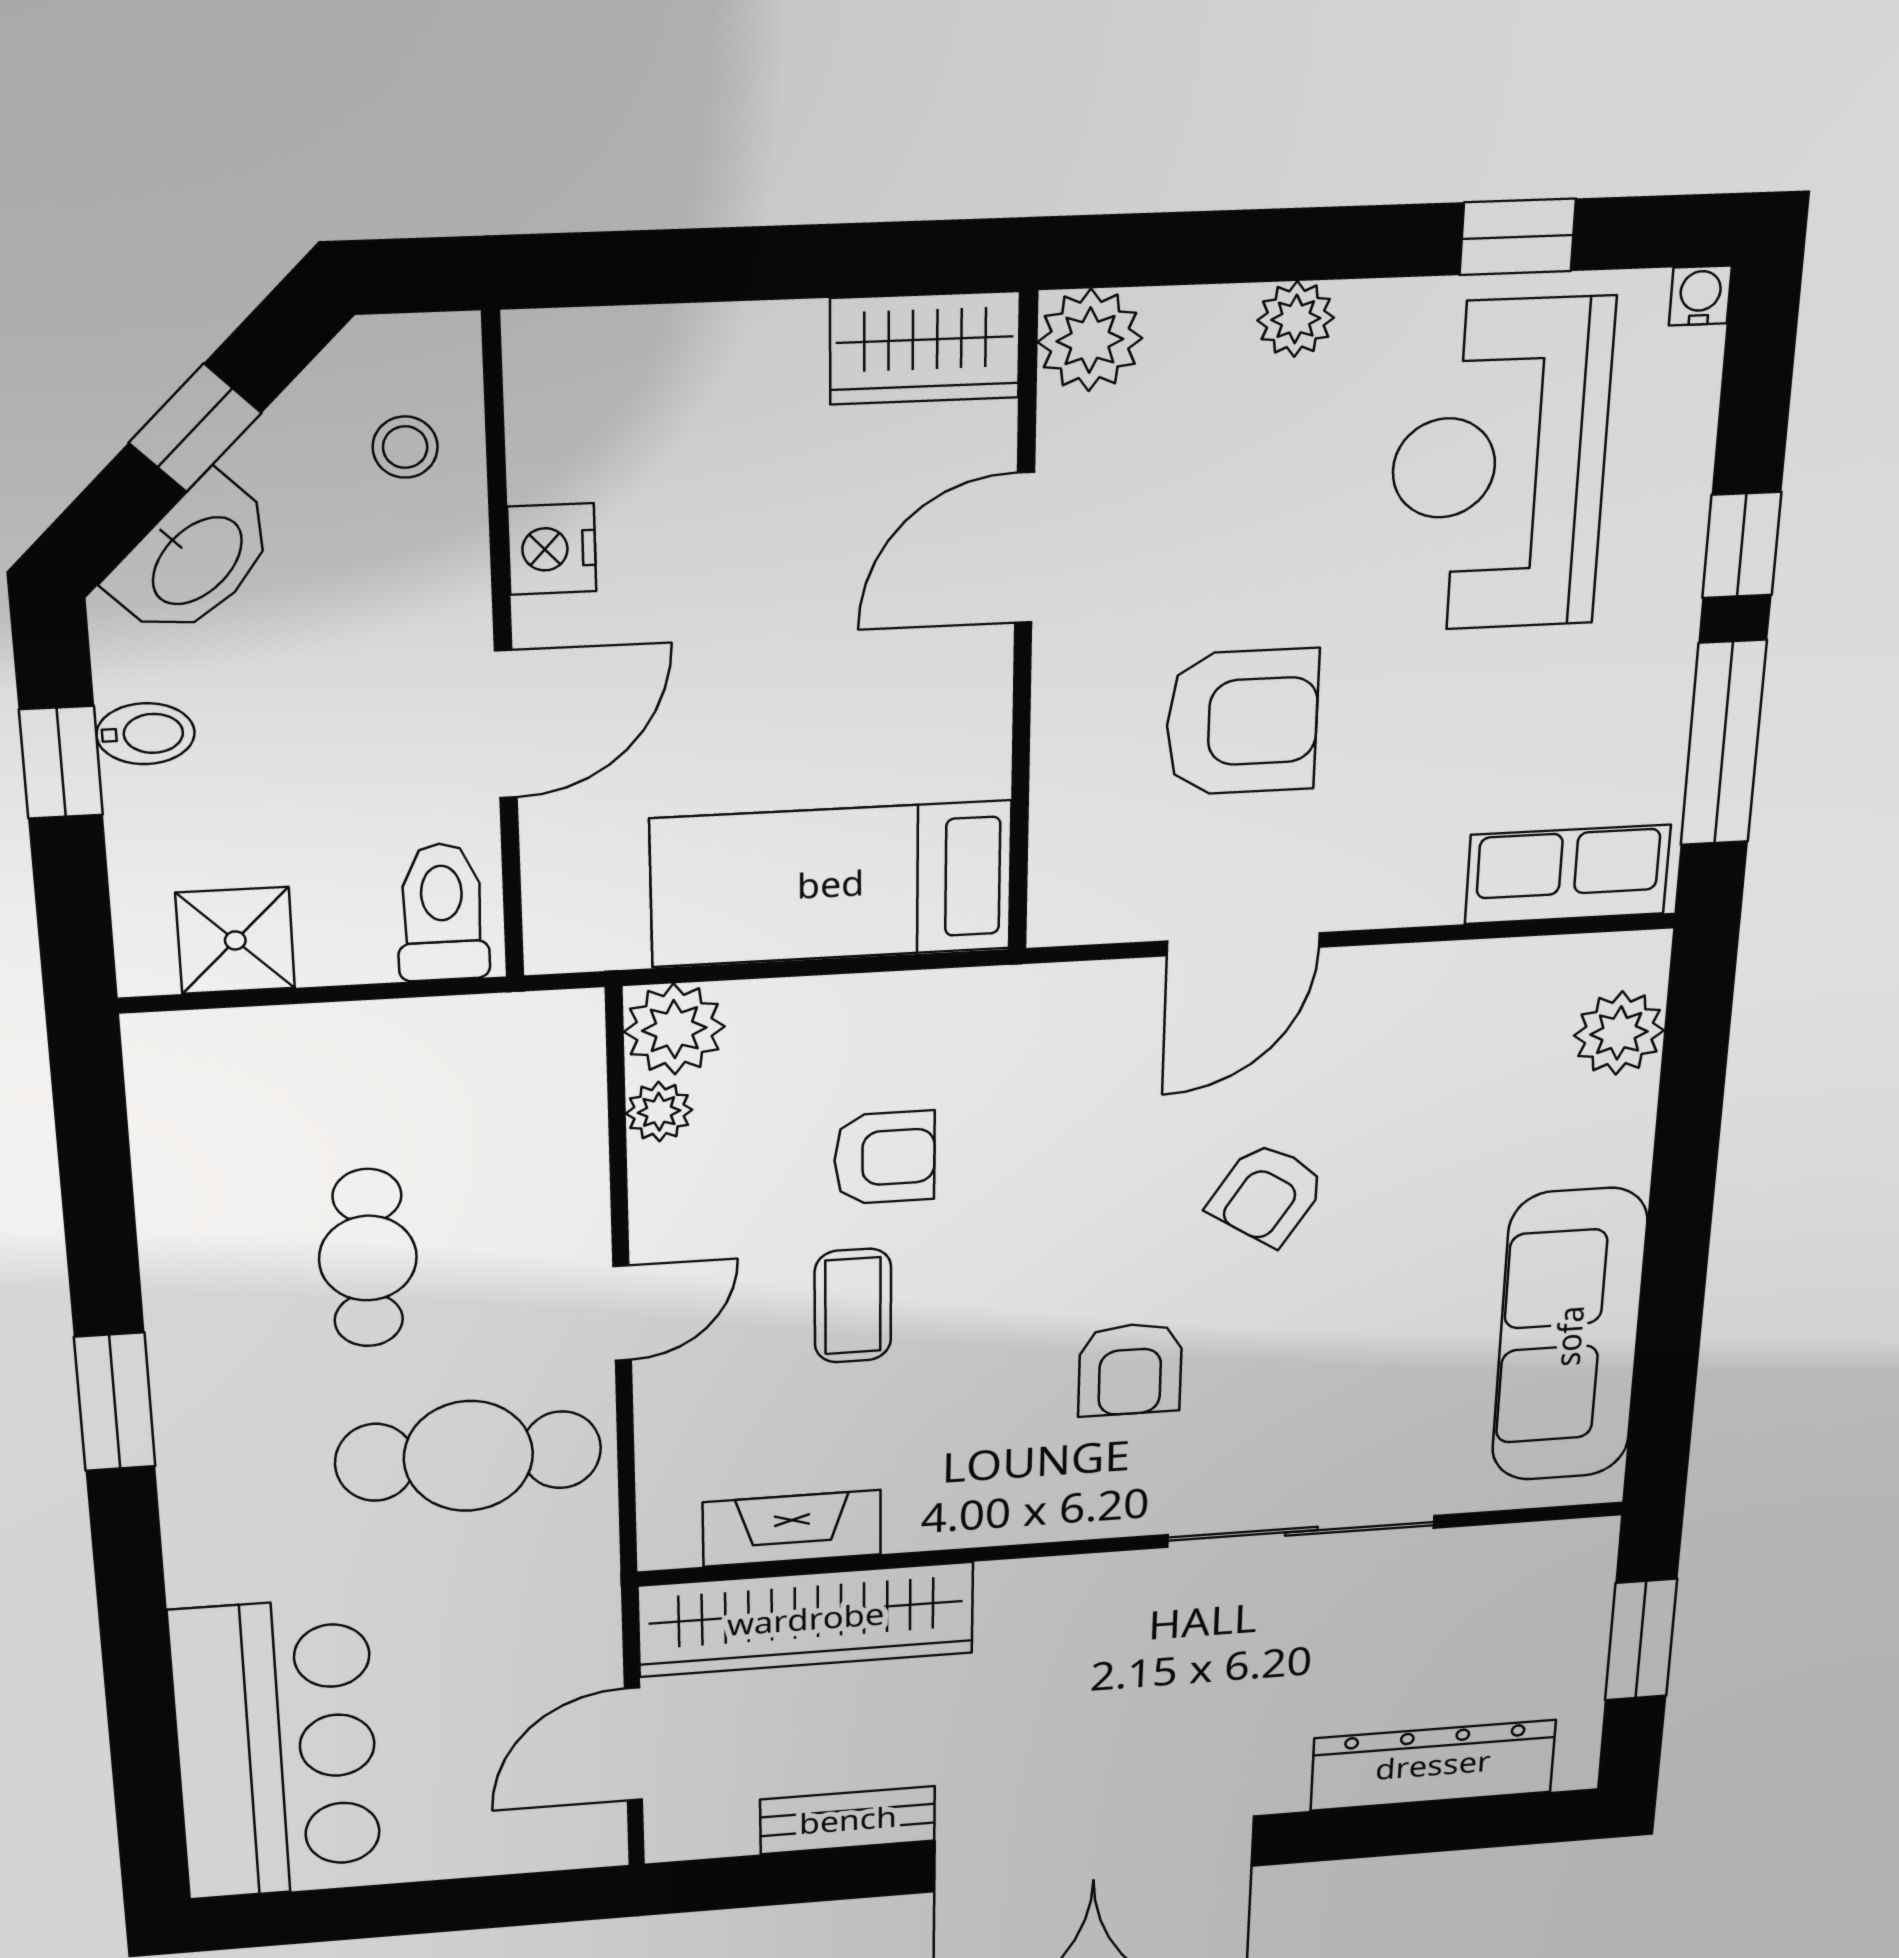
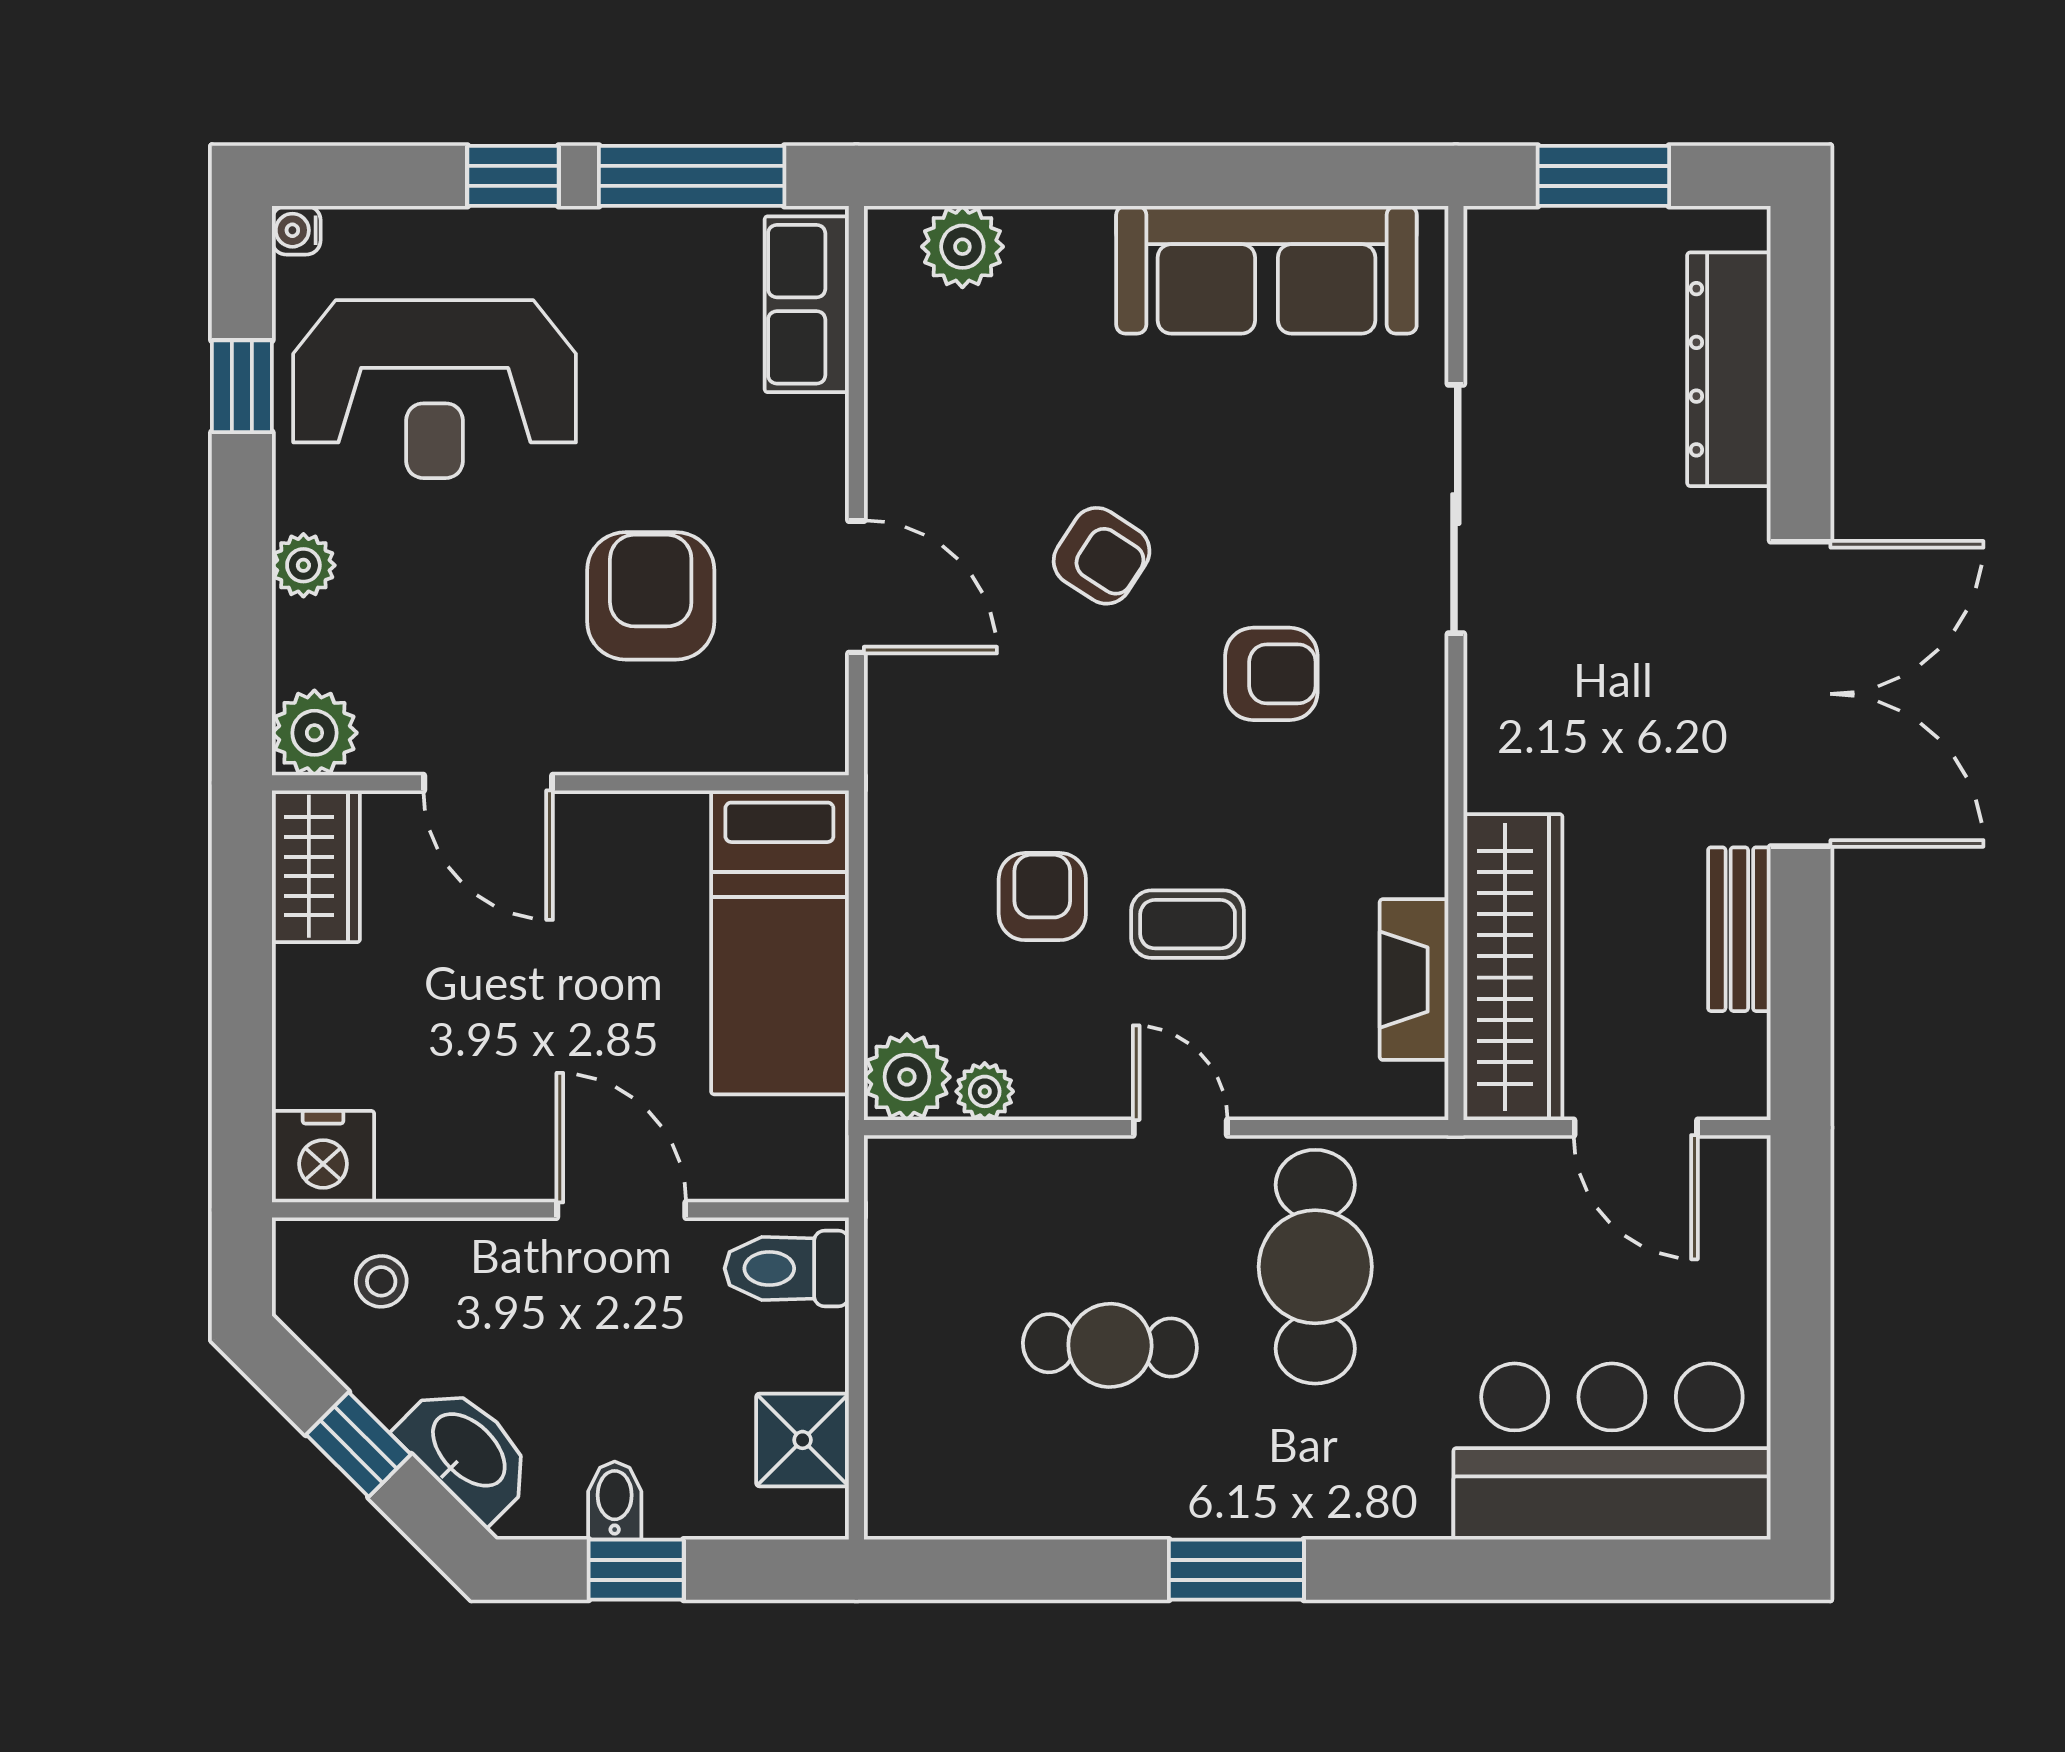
nightstand: (552, 549) -> (323, 1157), moved, width x1.36, depth x1.33

